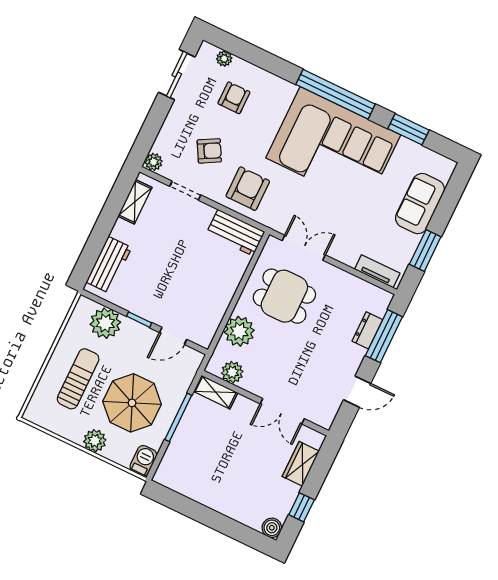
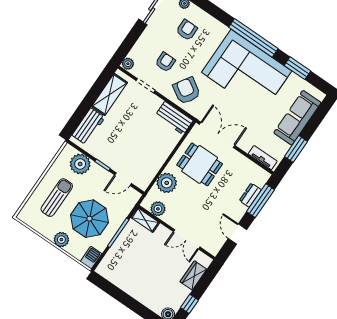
armchair: (209, 151) -> (165, 62), turned -61
armchair: (248, 189) -> (187, 91), turned -58
shelving: (135, 202) -> (109, 94), width x1.50, depth x1.33
sofa: (420, 204) -> (297, 118), width x1.36
double door: (304, 248) -> (217, 135), width x1.37
door: (357, 392) -> (237, 234), swing flipped

